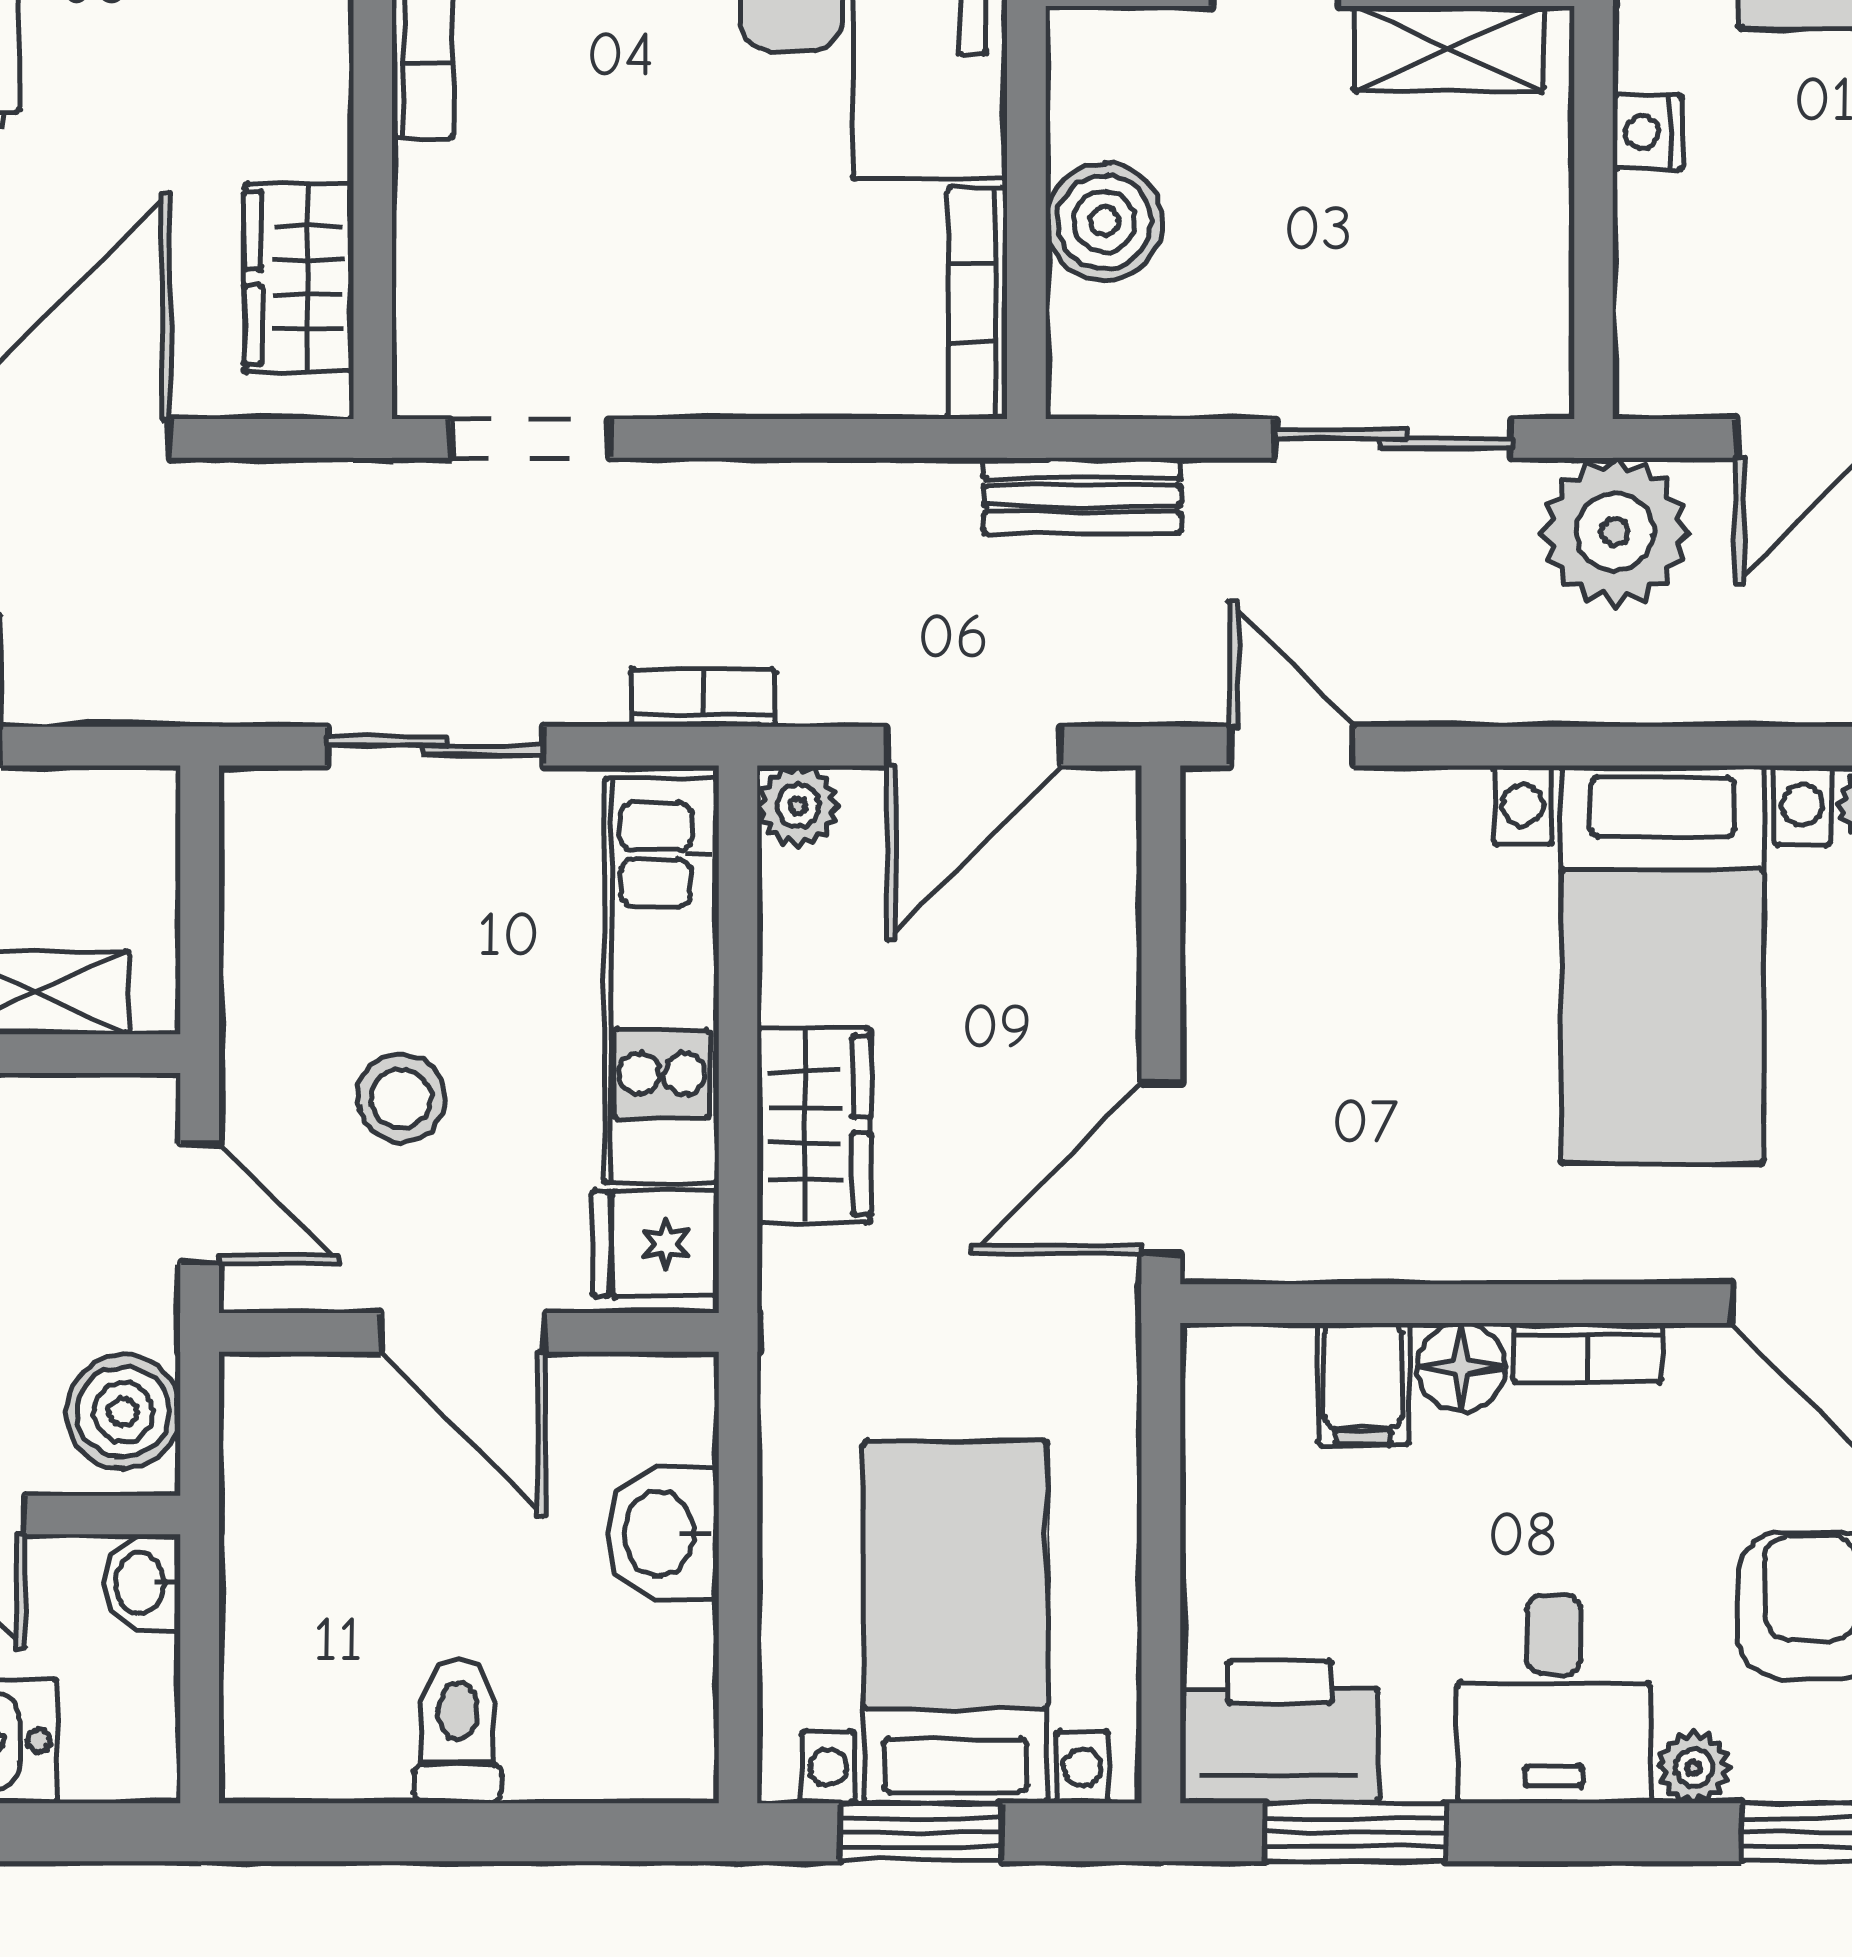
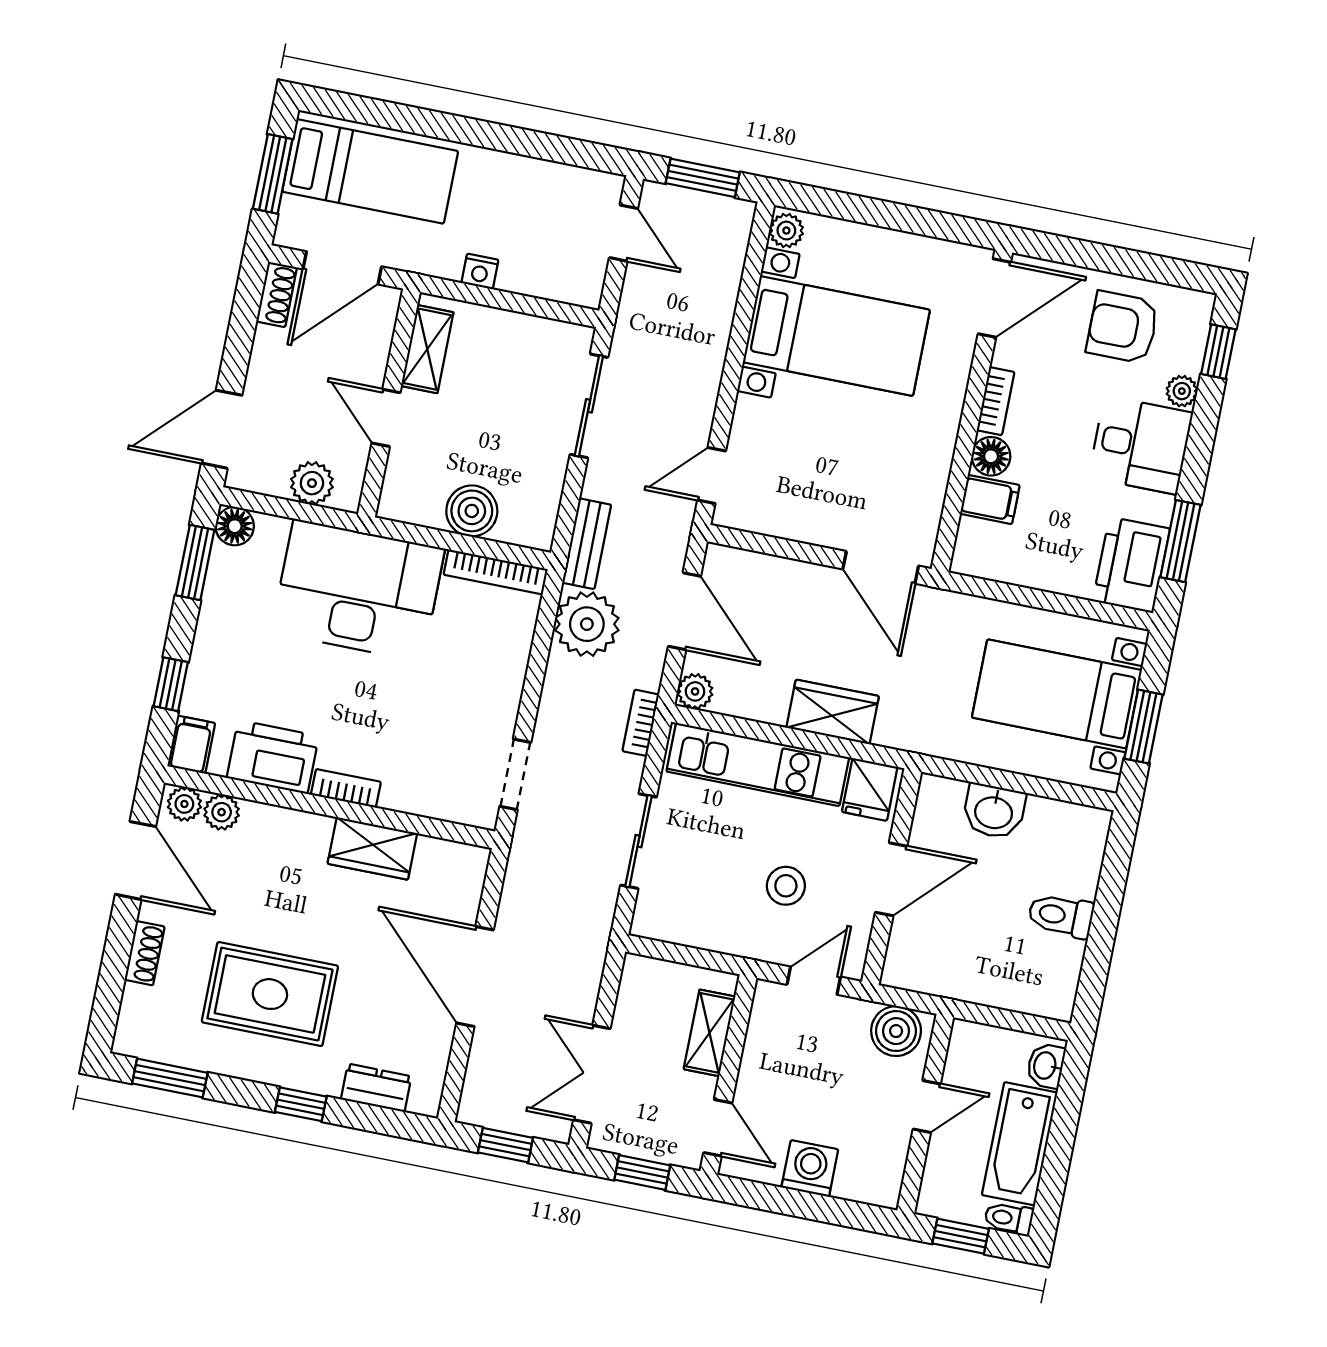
wardrobe: (299, 278) -> (372, 848), moved
plant: (1615, 532) -> (587, 624), moved
washbasin: (142, 1583) -> (1046, 1066), moved, turned 90

